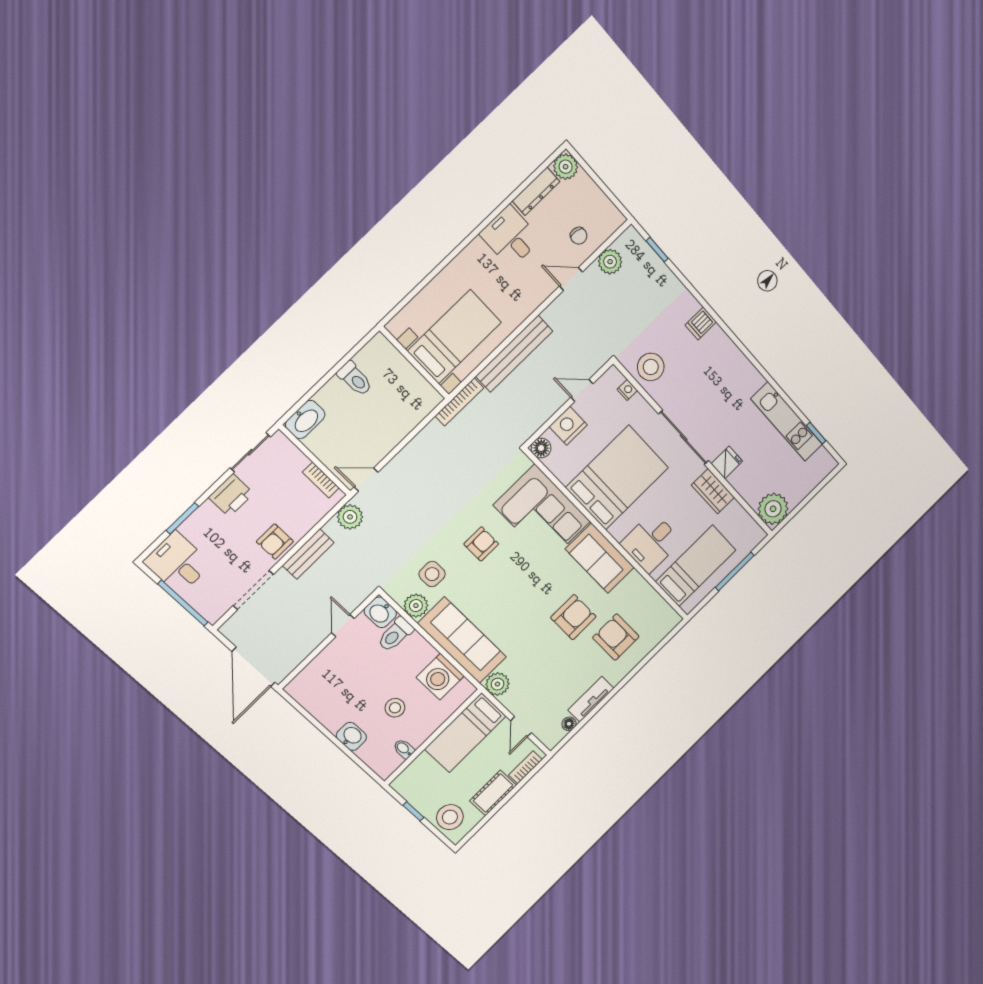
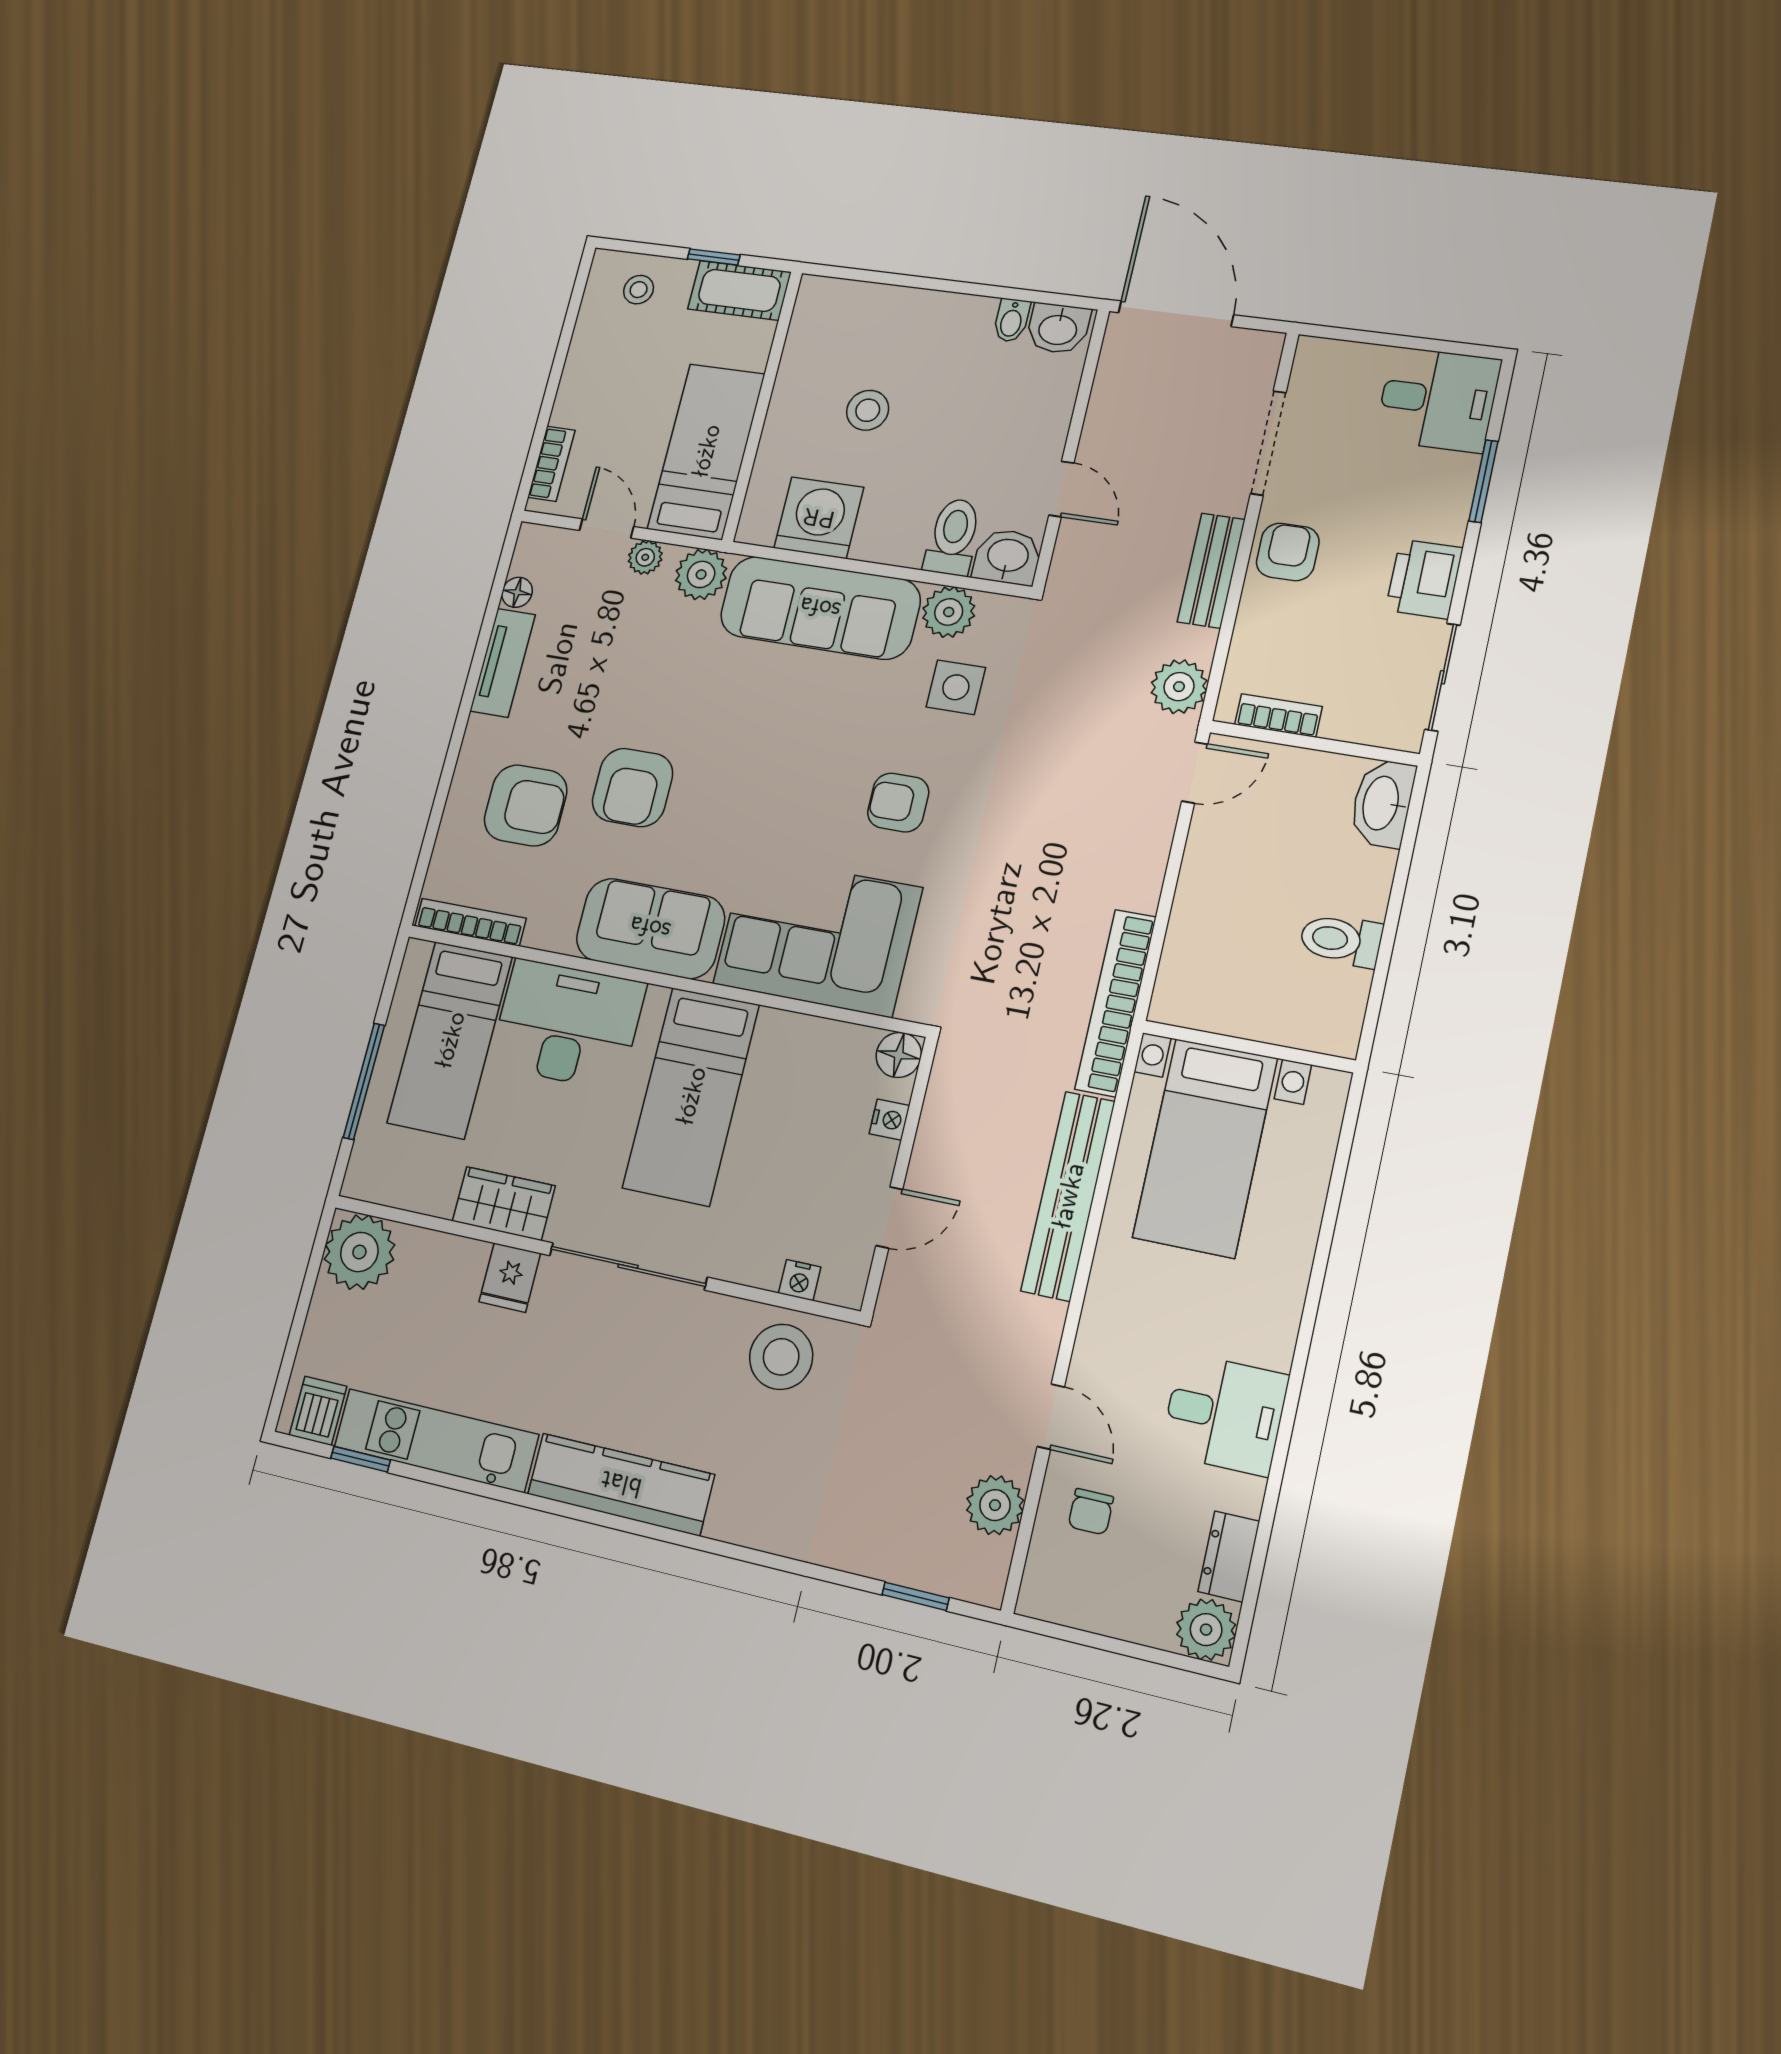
dresser: (536, 191) -> (1229, 1556), width x0.70
chair: (579, 236) -> (1091, 1512), turned -98
door: (571, 279) -> (1051, 1417), hinge flipped
dishwasher: (701, 324) -> (318, 1411), moved
kitchen counter: (733, 361) -> (621, 1484), added
bookcase: (459, 402) -> (1116, 1003), width x1.48, depth x1.31
nightstand: (568, 426) -> (889, 1120), width x0.53, depth x0.56
bed: (617, 478) -> (691, 1096), width x0.67
desk: (651, 542) -> (567, 1024), width x1.37
armchair: (481, 544) -> (898, 802), turned 90
window: (183, 603) -> (1380, 339), removed
bookcase: (662, 606) -> (470, 922), added
plant: (514, 705) -> (645, 557), added
washbasin: (351, 736) -> (1058, 329), moved
bidet: (404, 749) -> (1011, 320), moved, turned 90
cot: (493, 793) -> (739, 290), moved, turned 90
stool: (450, 817) -> (639, 290), width x0.53, depth x0.53

